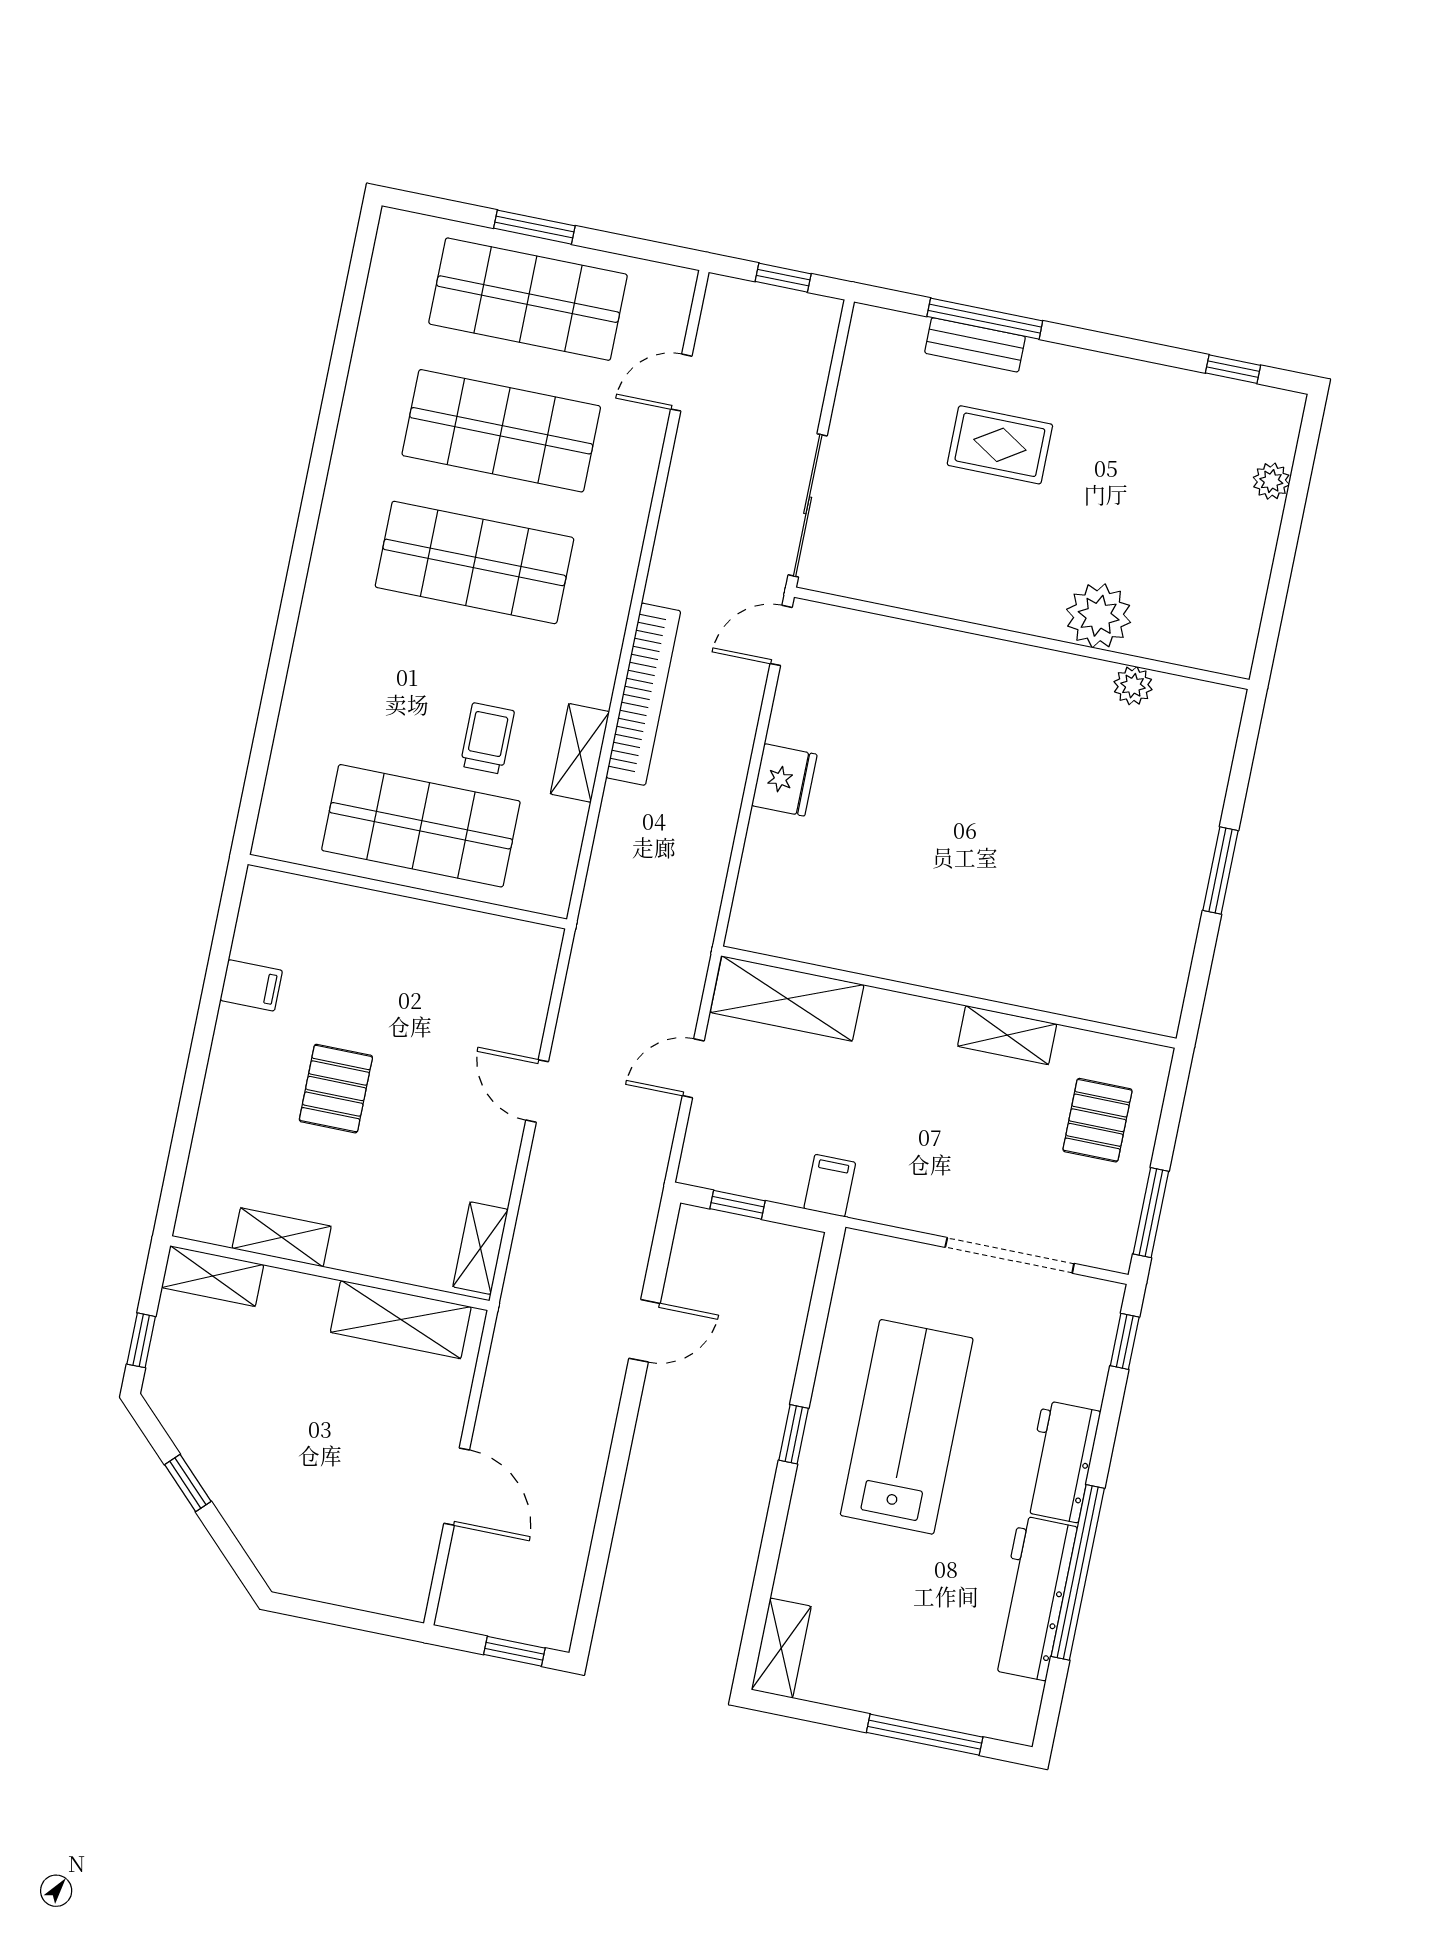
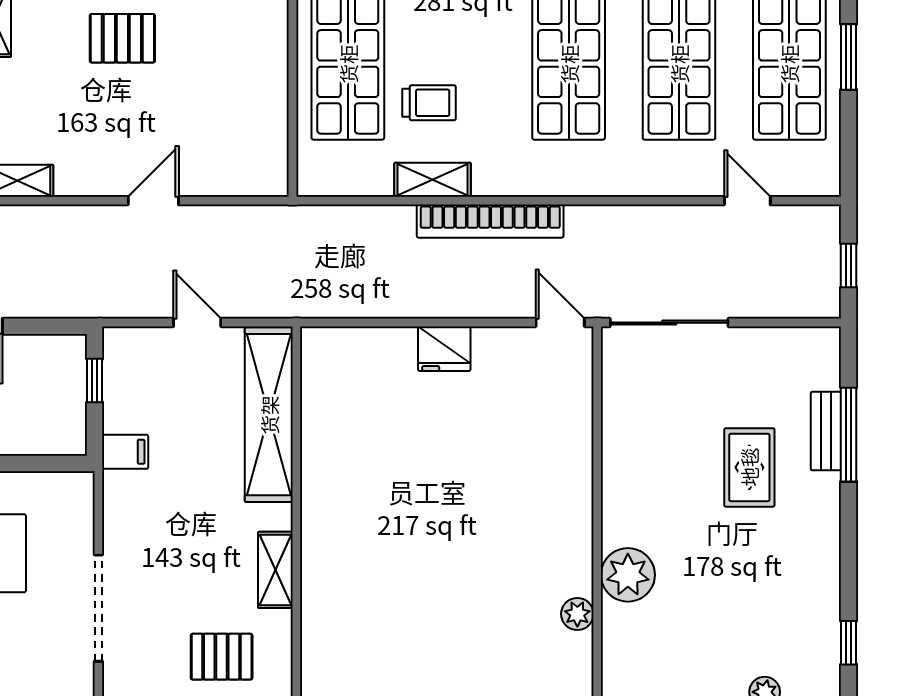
shelving: (787, 999) -> (269, 415), width x1.47

